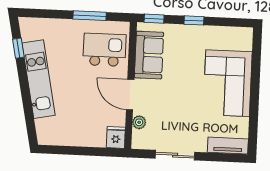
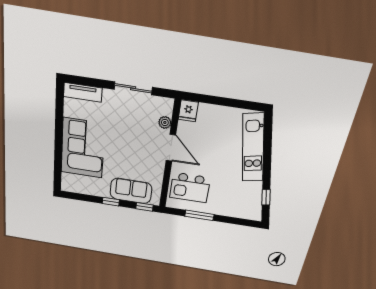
sofa: (149, 55) -> (131, 191), moved, turned 90
kitchen unit: (39, 79) -> (253, 148), moved

